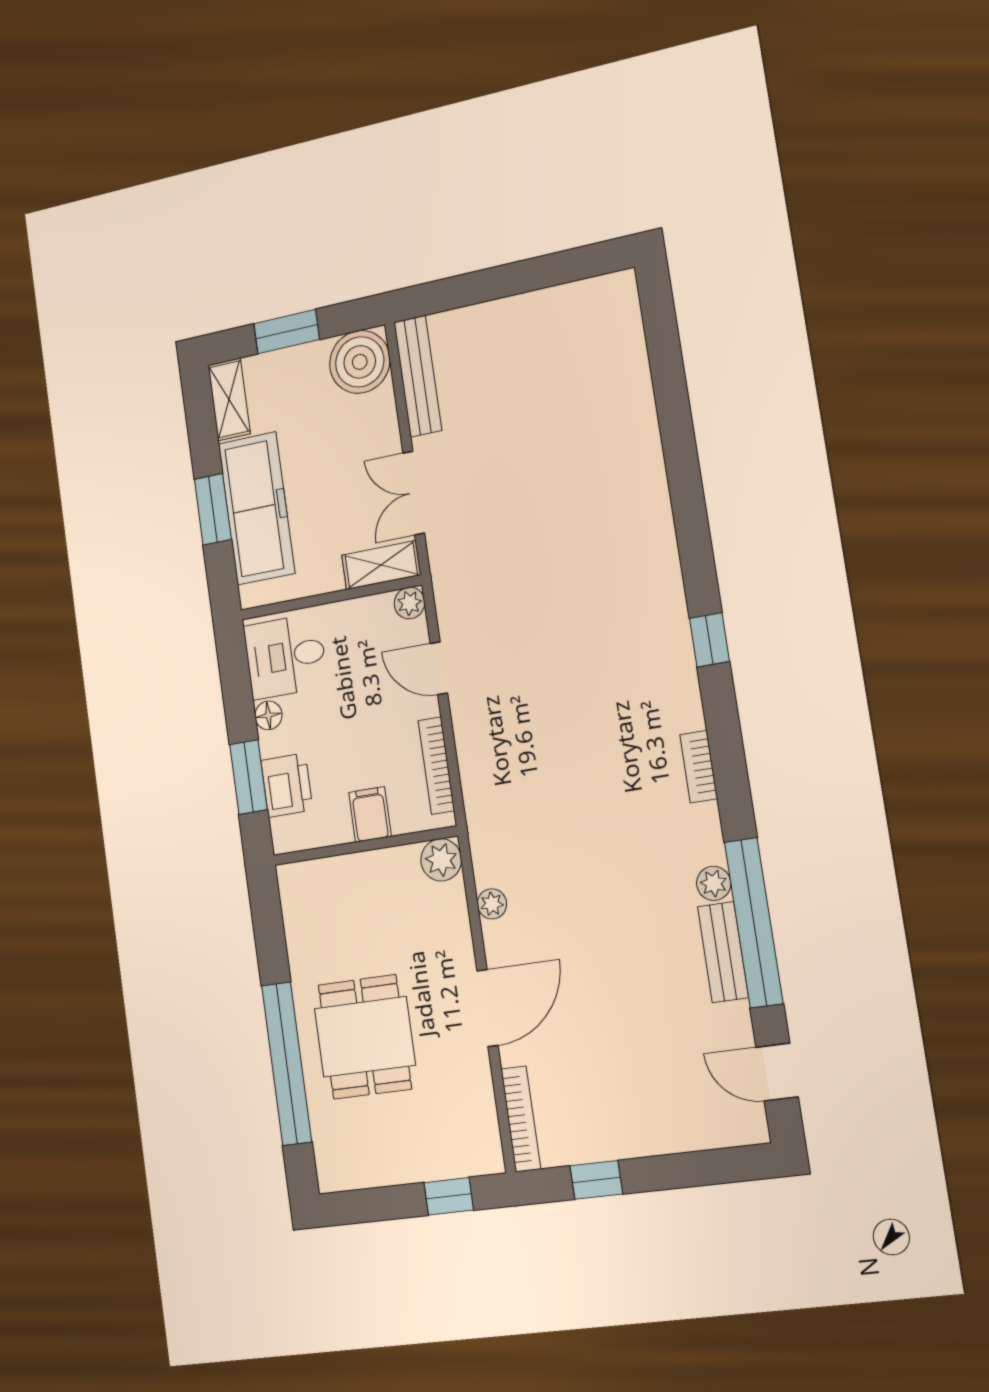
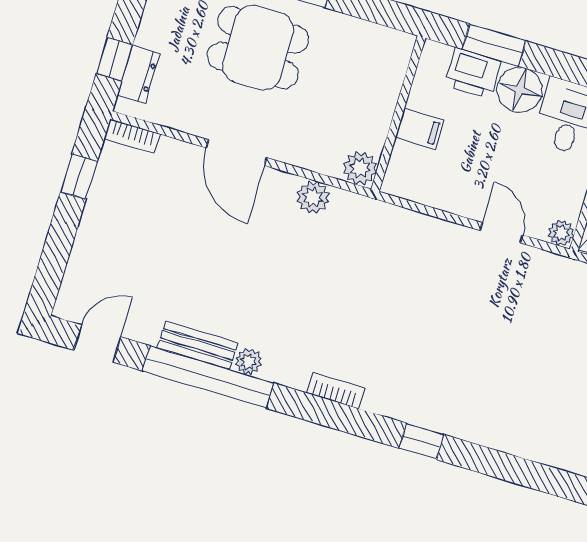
door: (439, 668) -> (501, 233), hinge flipped
floor lamp: (268, 715) -> (520, 90), width x1.89, depth x1.89
bookcase: (436, 766) -> (431, 197), removed
plant: (492, 904) -> (313, 197), width x1.38, depth x1.38
bookcase: (521, 1119) -> (132, 136), width x0.64
dresser: (453, 1161) -> (139, 74), added

